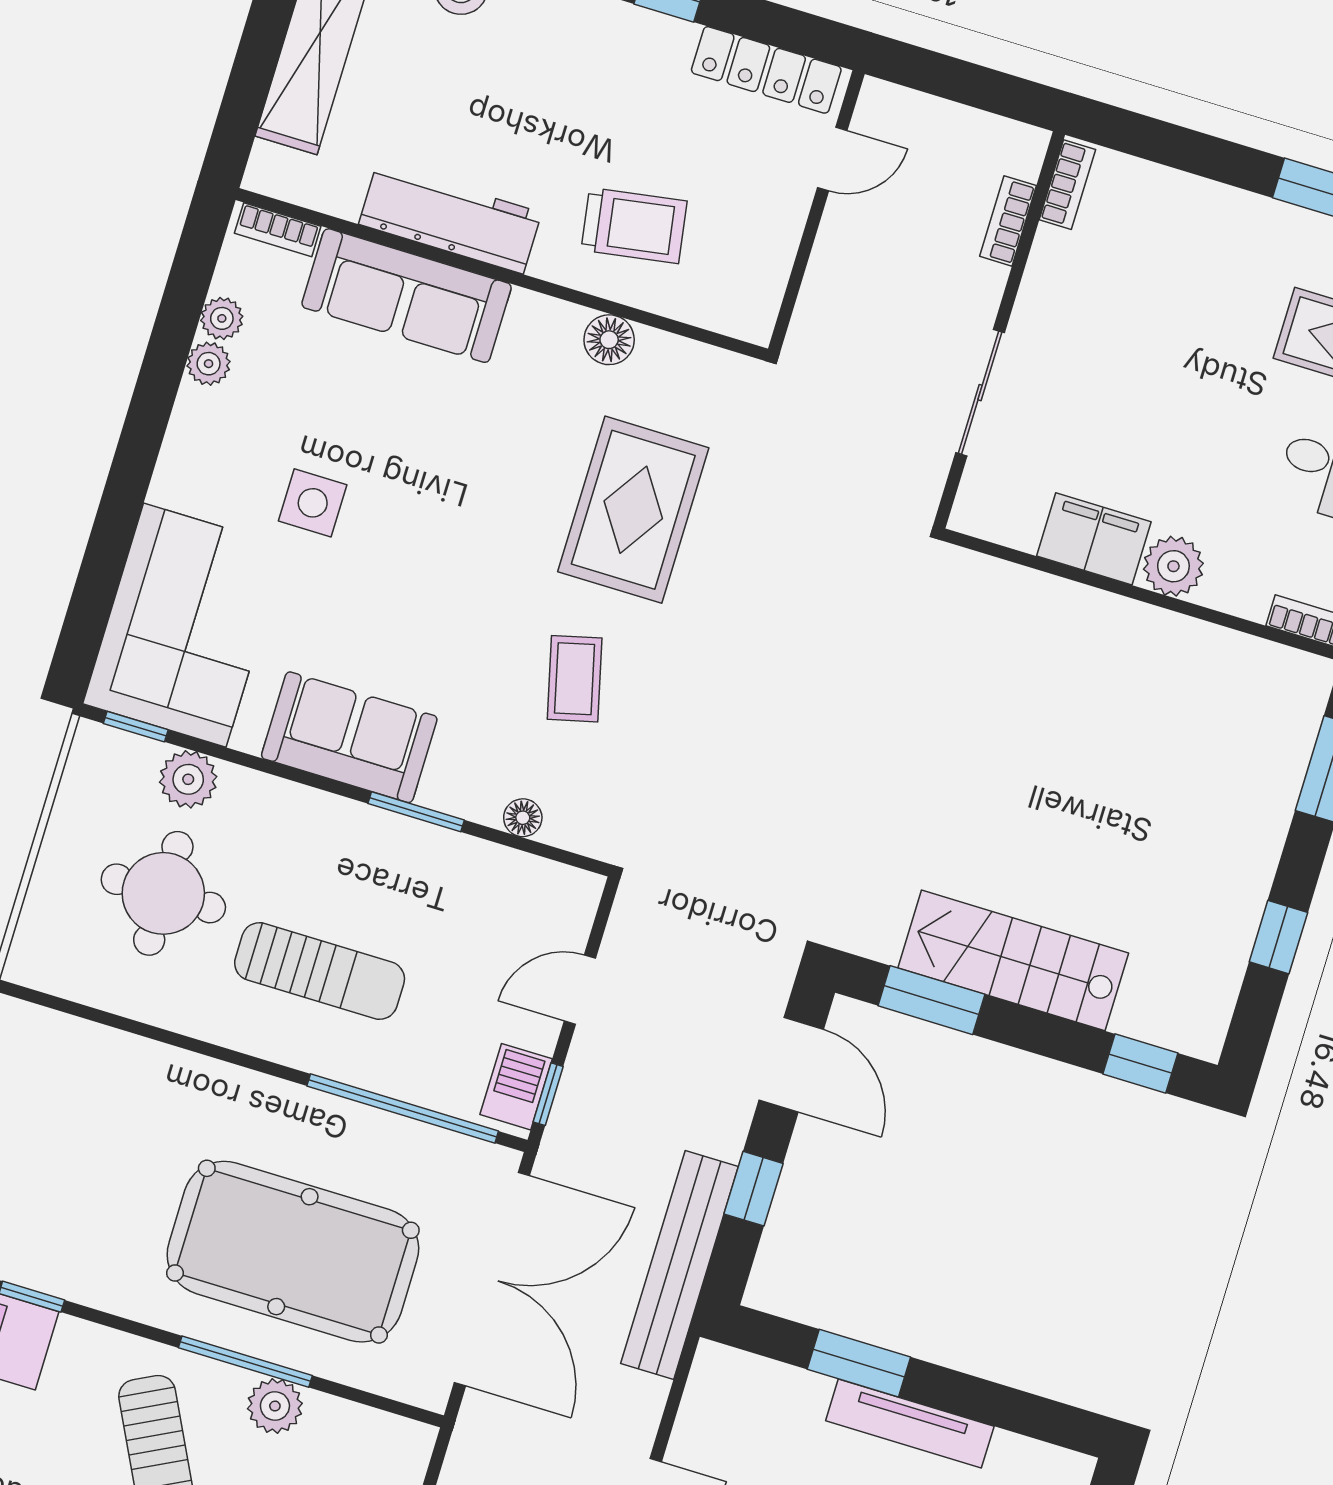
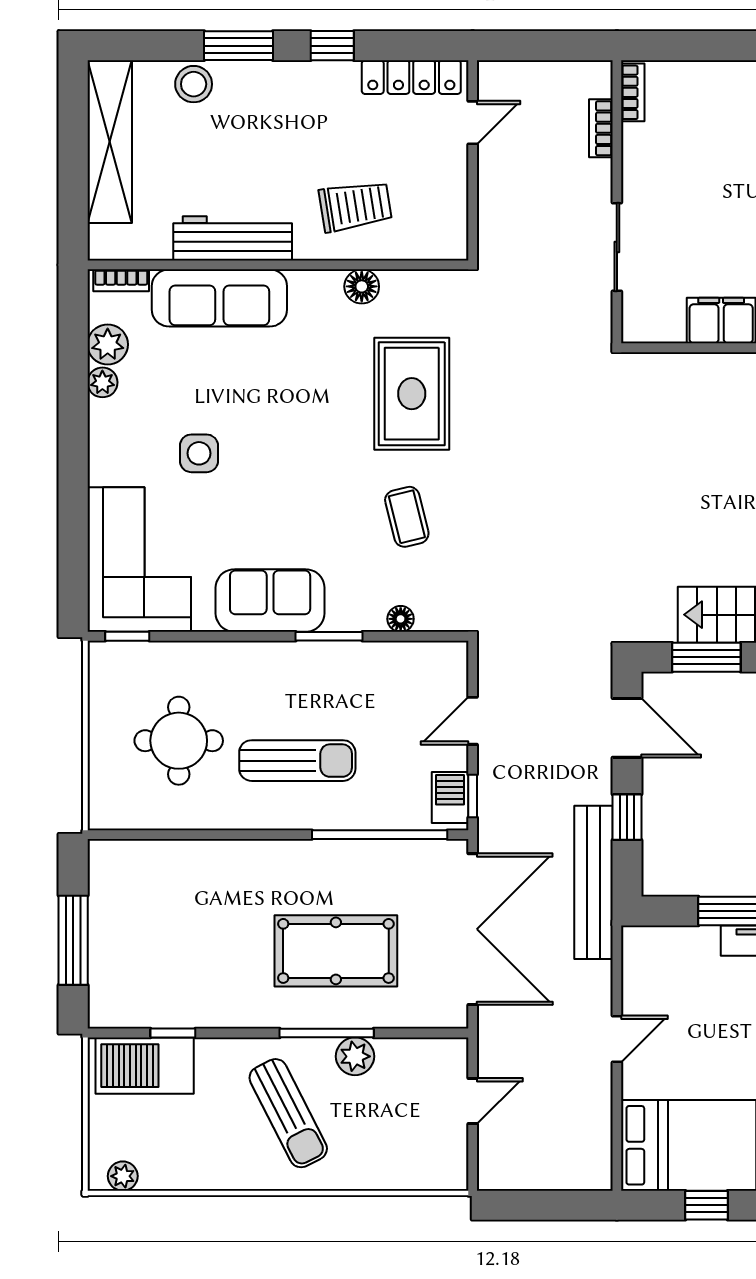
plant: (222, 318) -> (108, 344), width x1.38, depth x1.38
plant: (188, 779) -> (172, 661), removed
pool table: (293, 1252) -> (336, 951), width x0.73, depth x0.76

